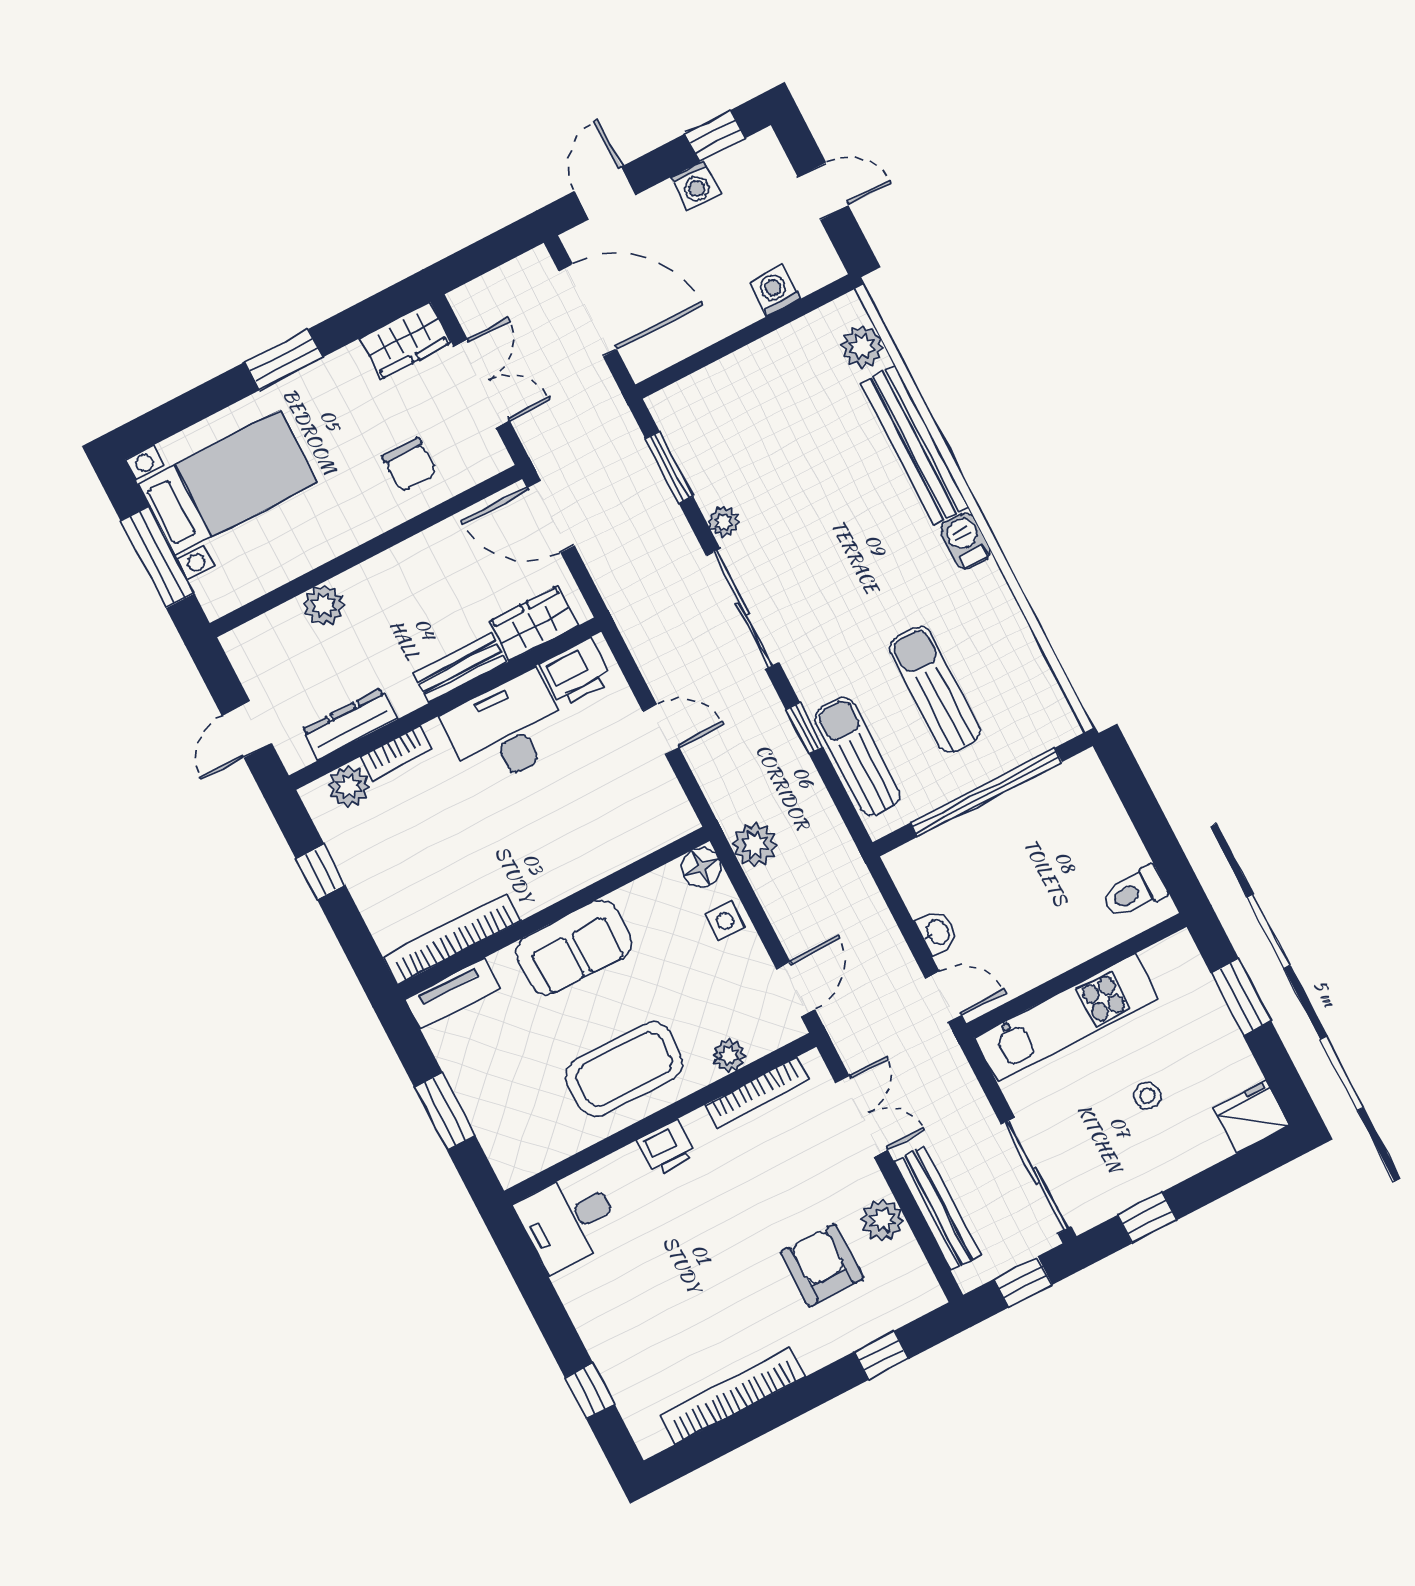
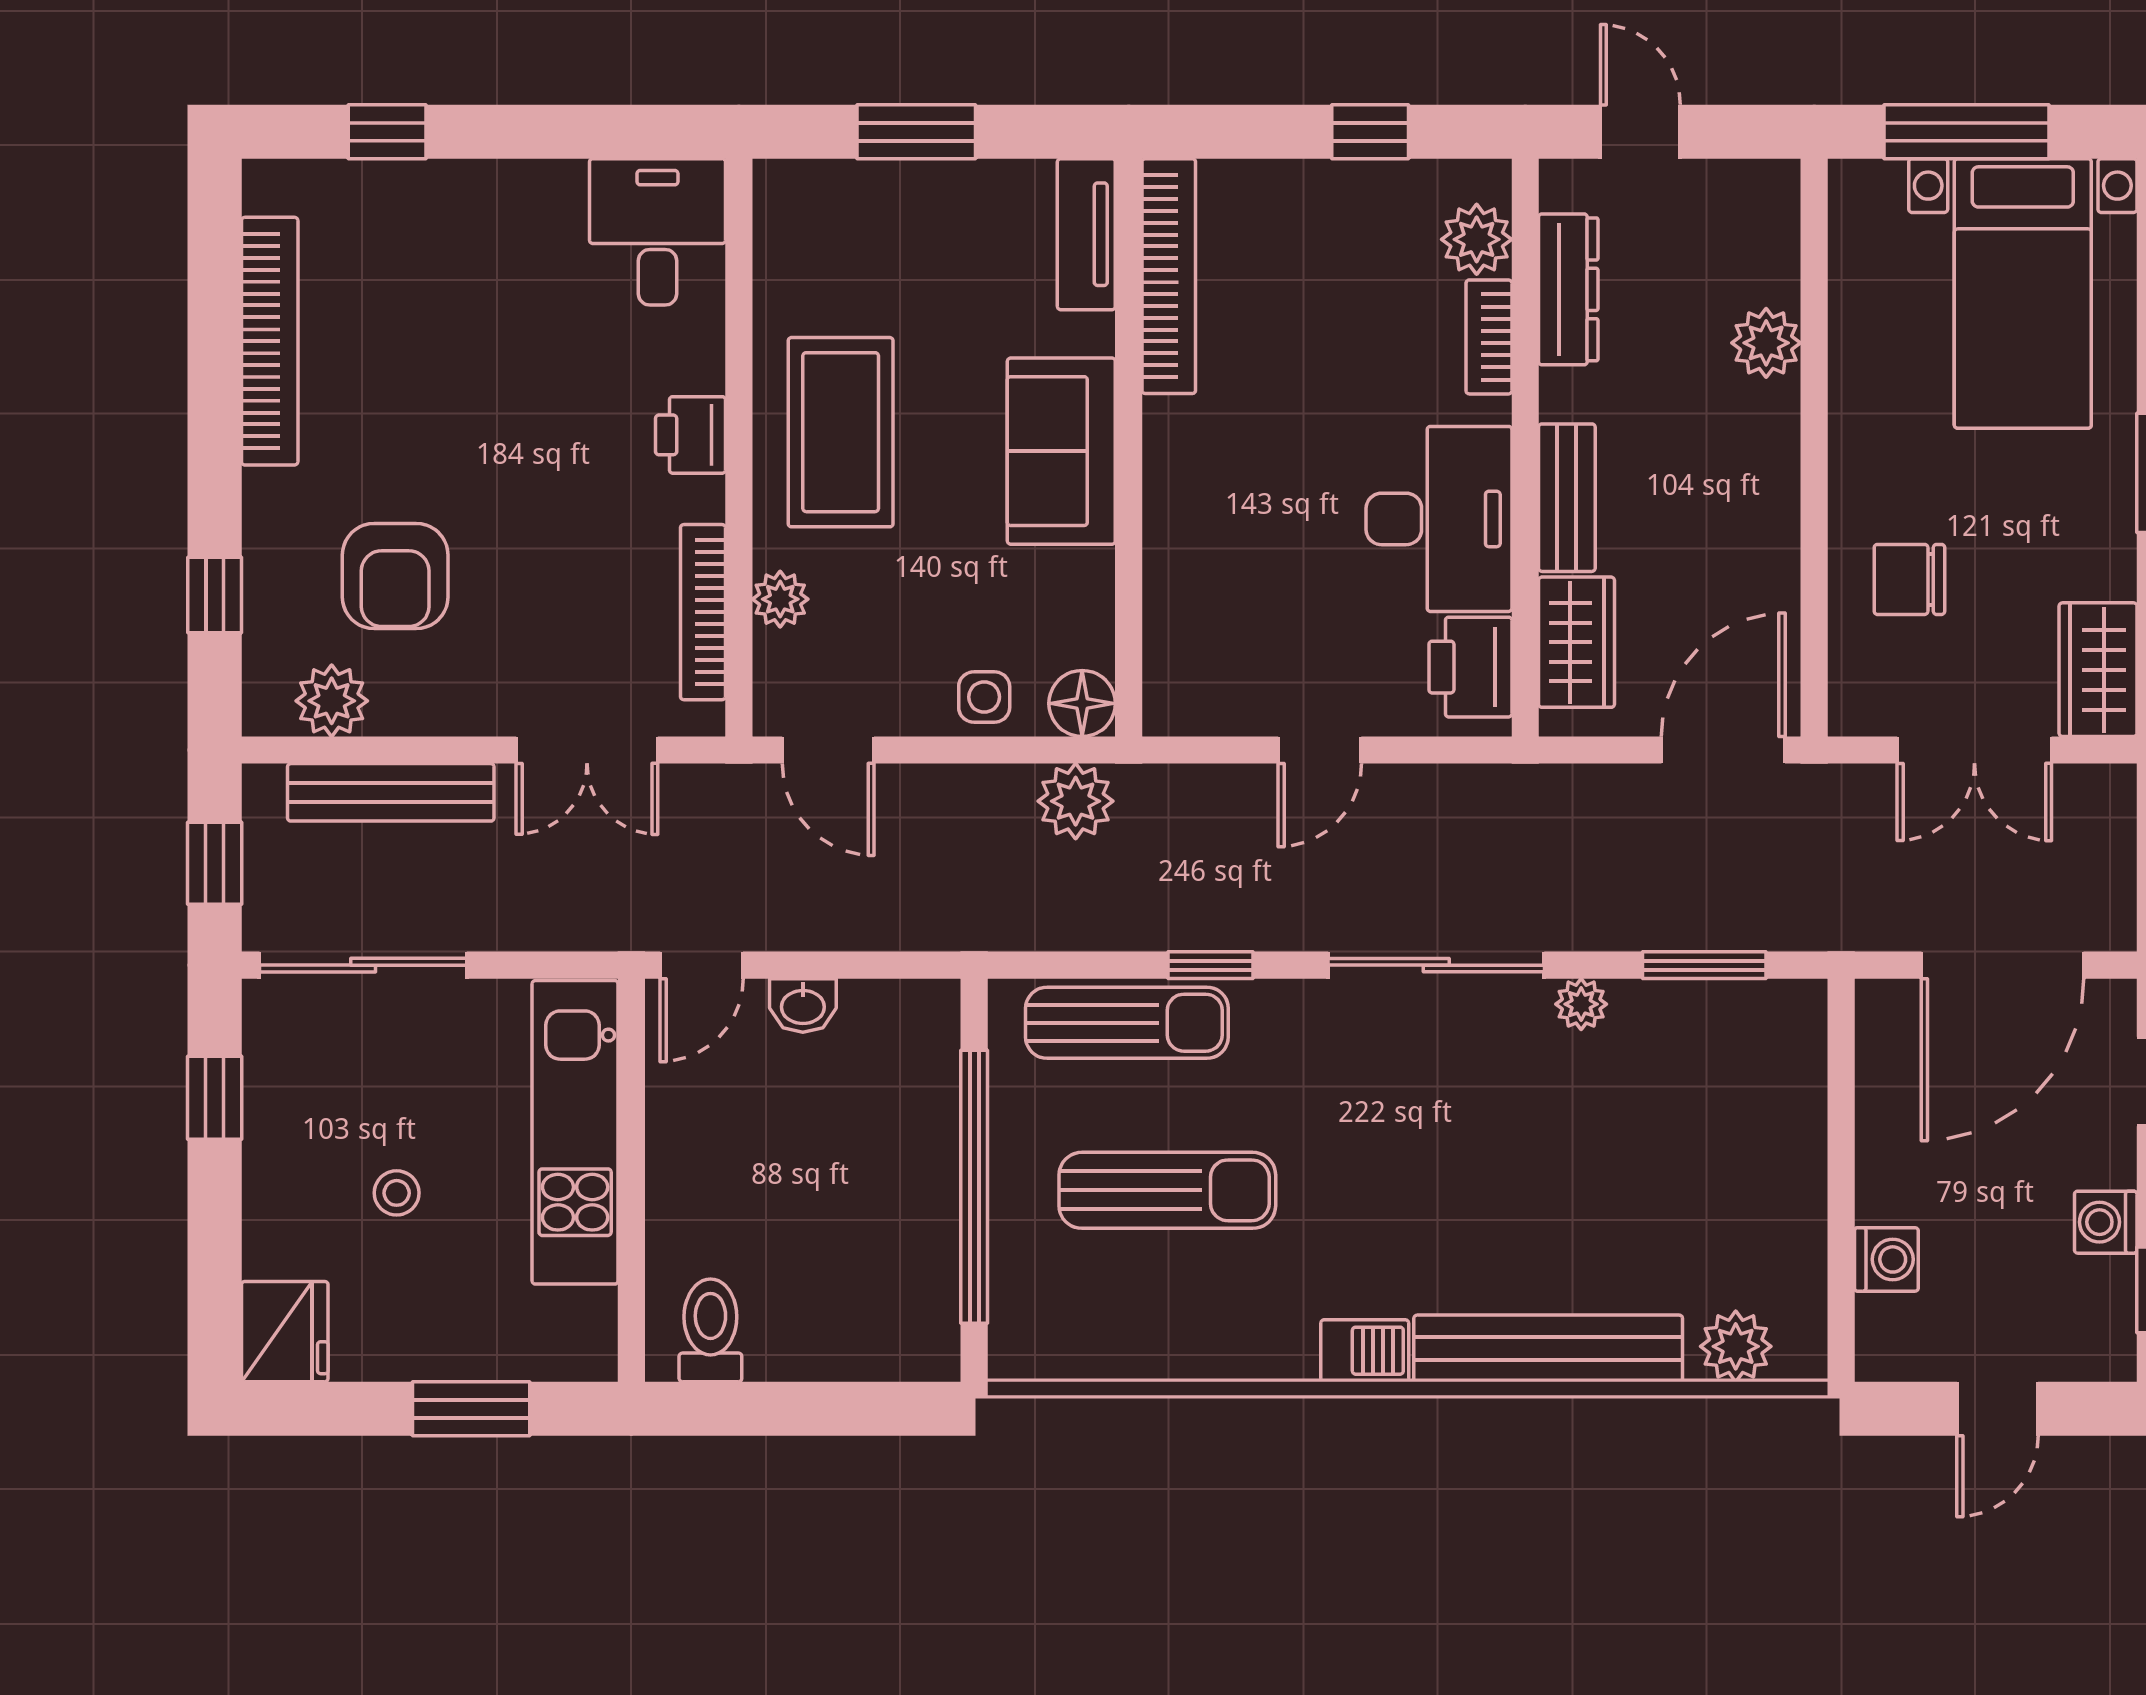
plant: (882, 1220) -> (332, 701), moved
armchair: (822, 1265) -> (395, 576), turned 90

